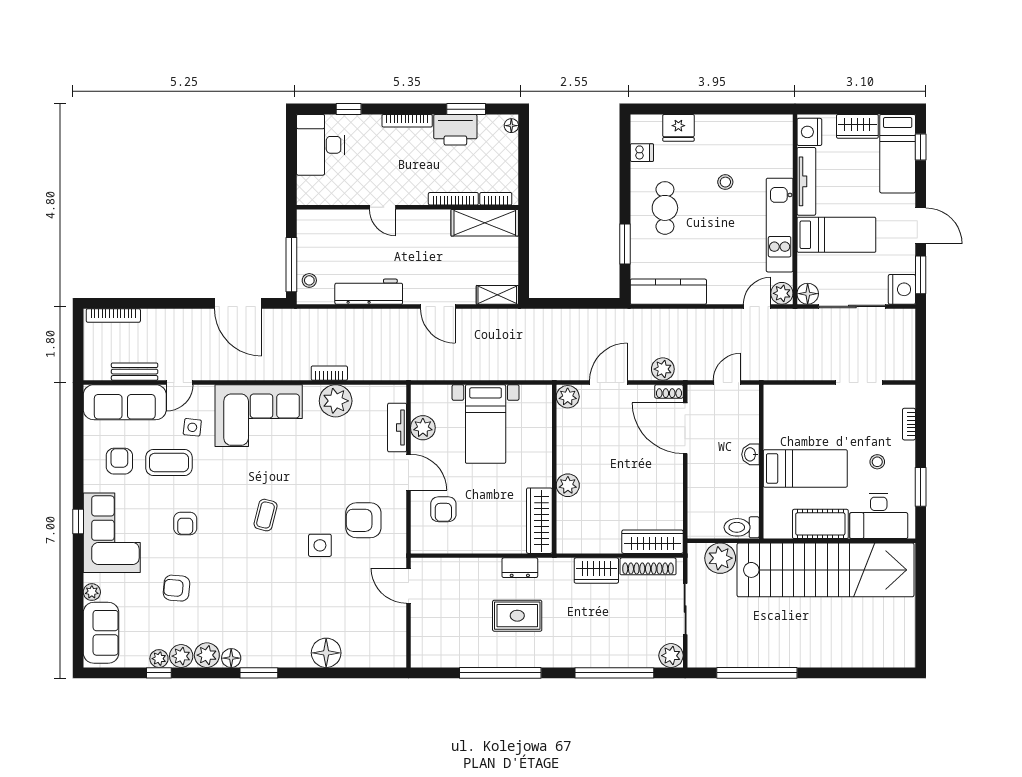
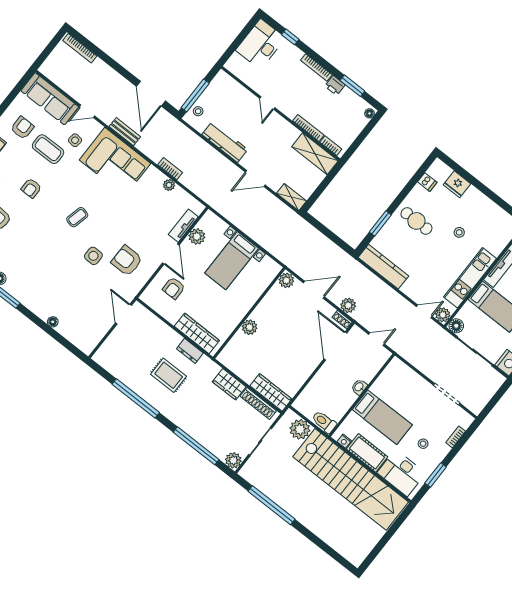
printer: (455, 130) -> (335, 85), width x0.53, depth x0.68
cafe table: (665, 208) -> (416, 221), turned 90
door: (438, 306) -> (255, 178), hinge flipped
bench: (135, 372) -> (125, 132), moved
plant: (336, 401) -> (169, 185), width x0.53, depth x0.53
wardrobe: (539, 521) -> (197, 333), moved, turned 90
nightstand: (783, 531) -> (344, 441), added
floor lamp: (326, 653) -> (53, 322), width x0.53, depth x0.53

